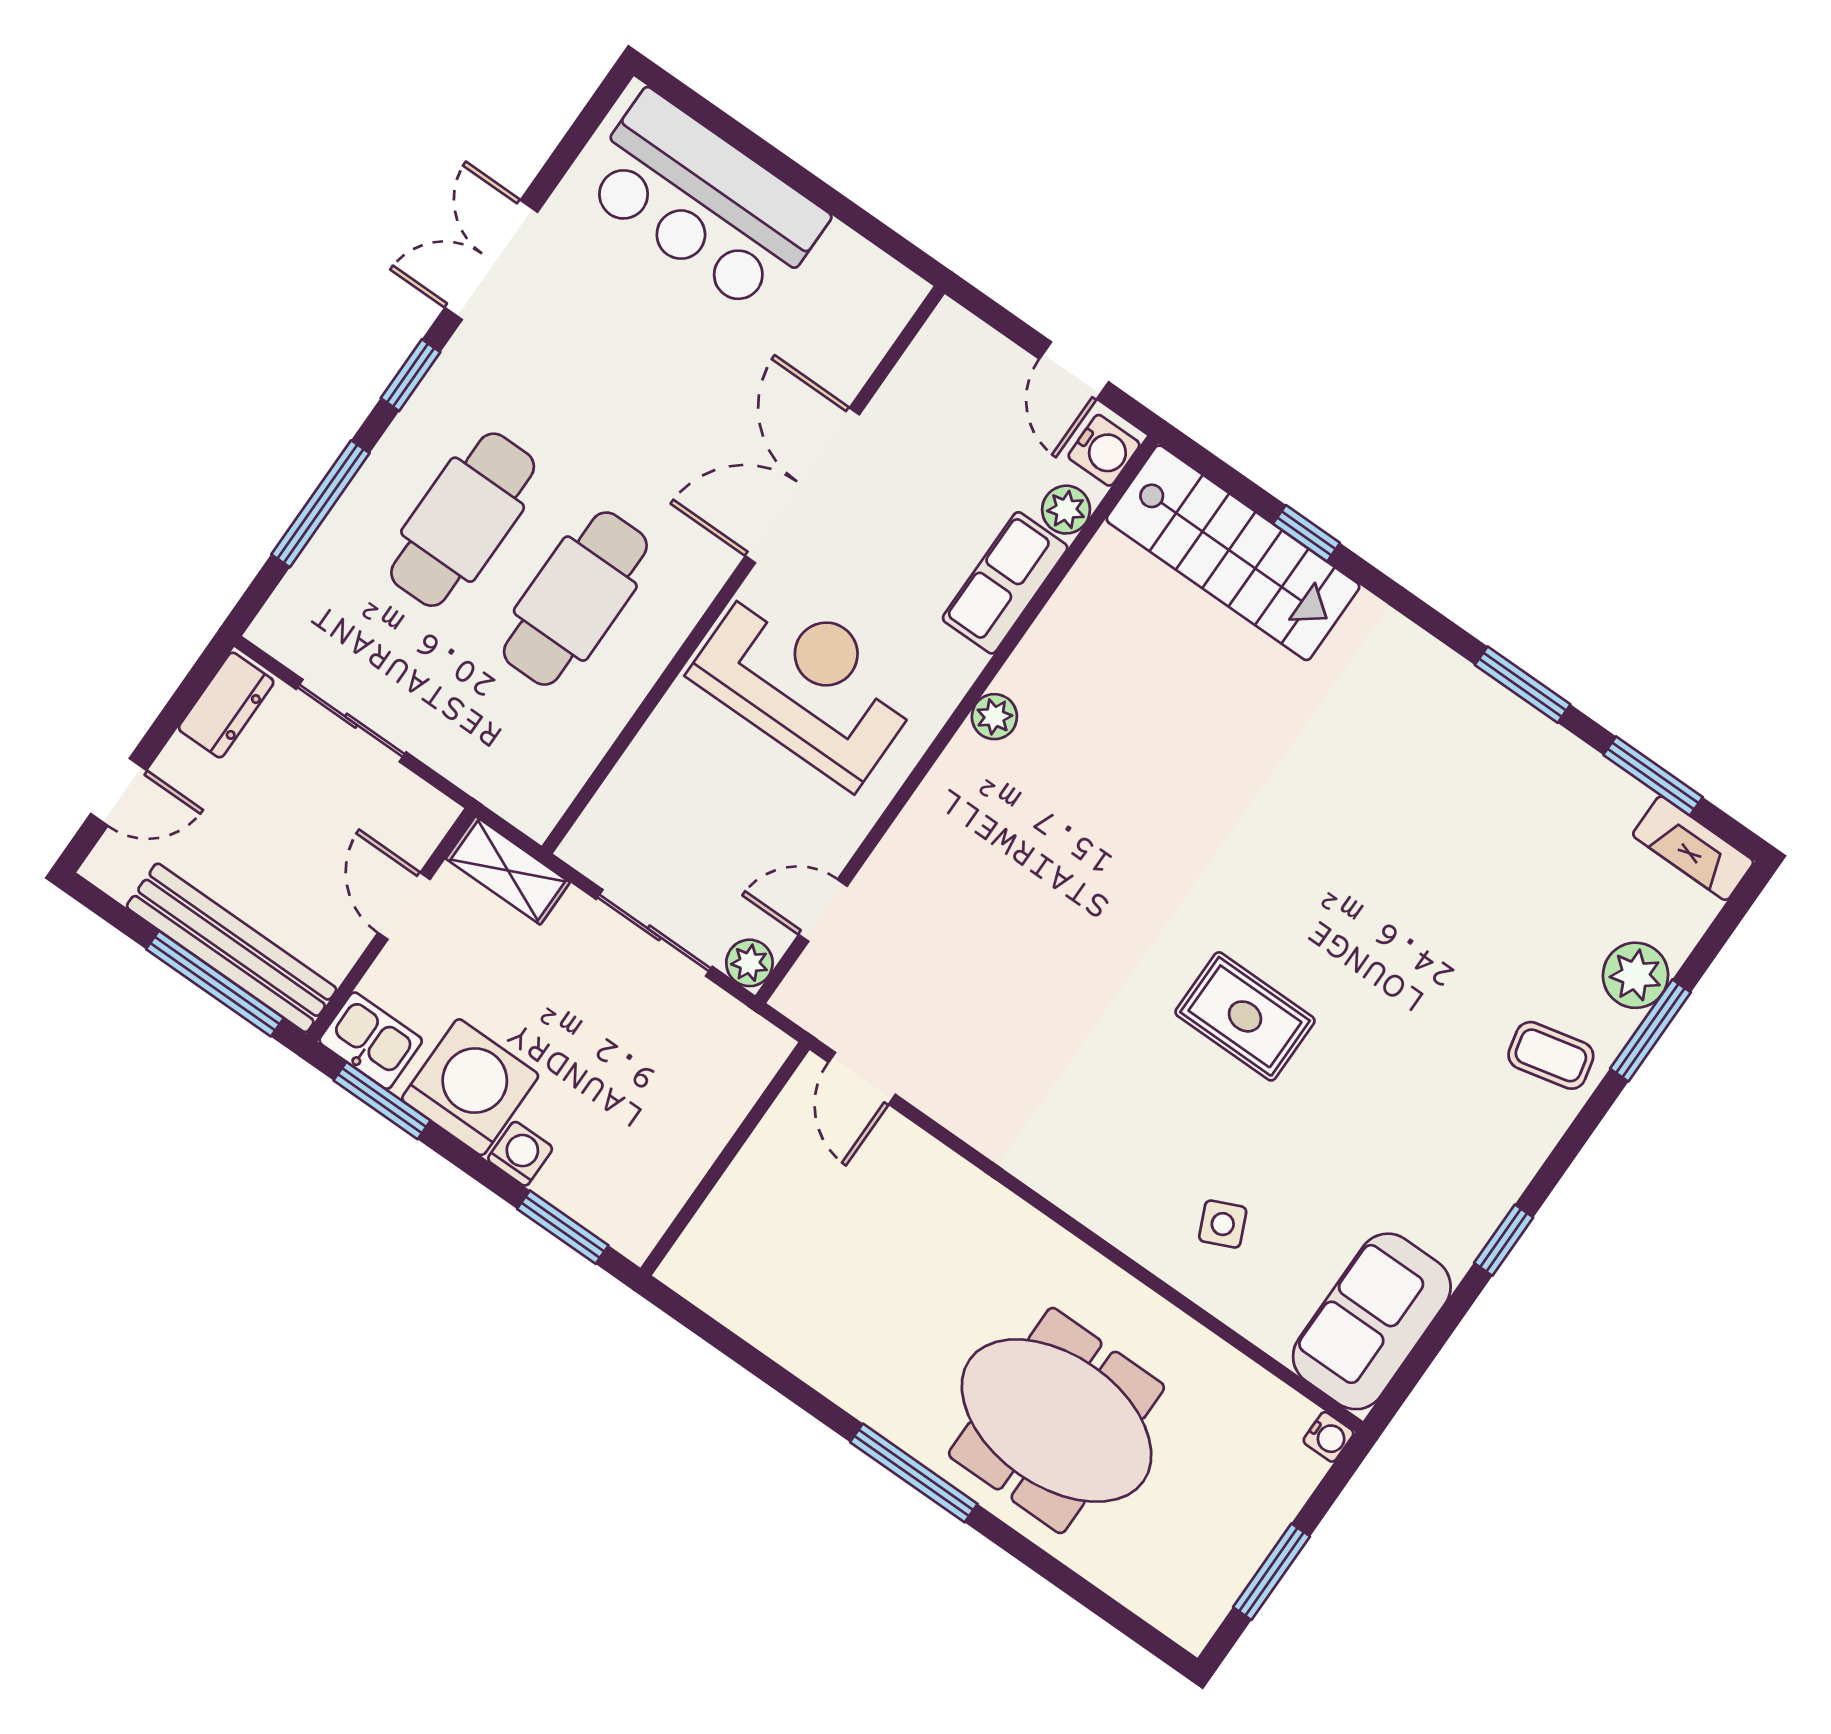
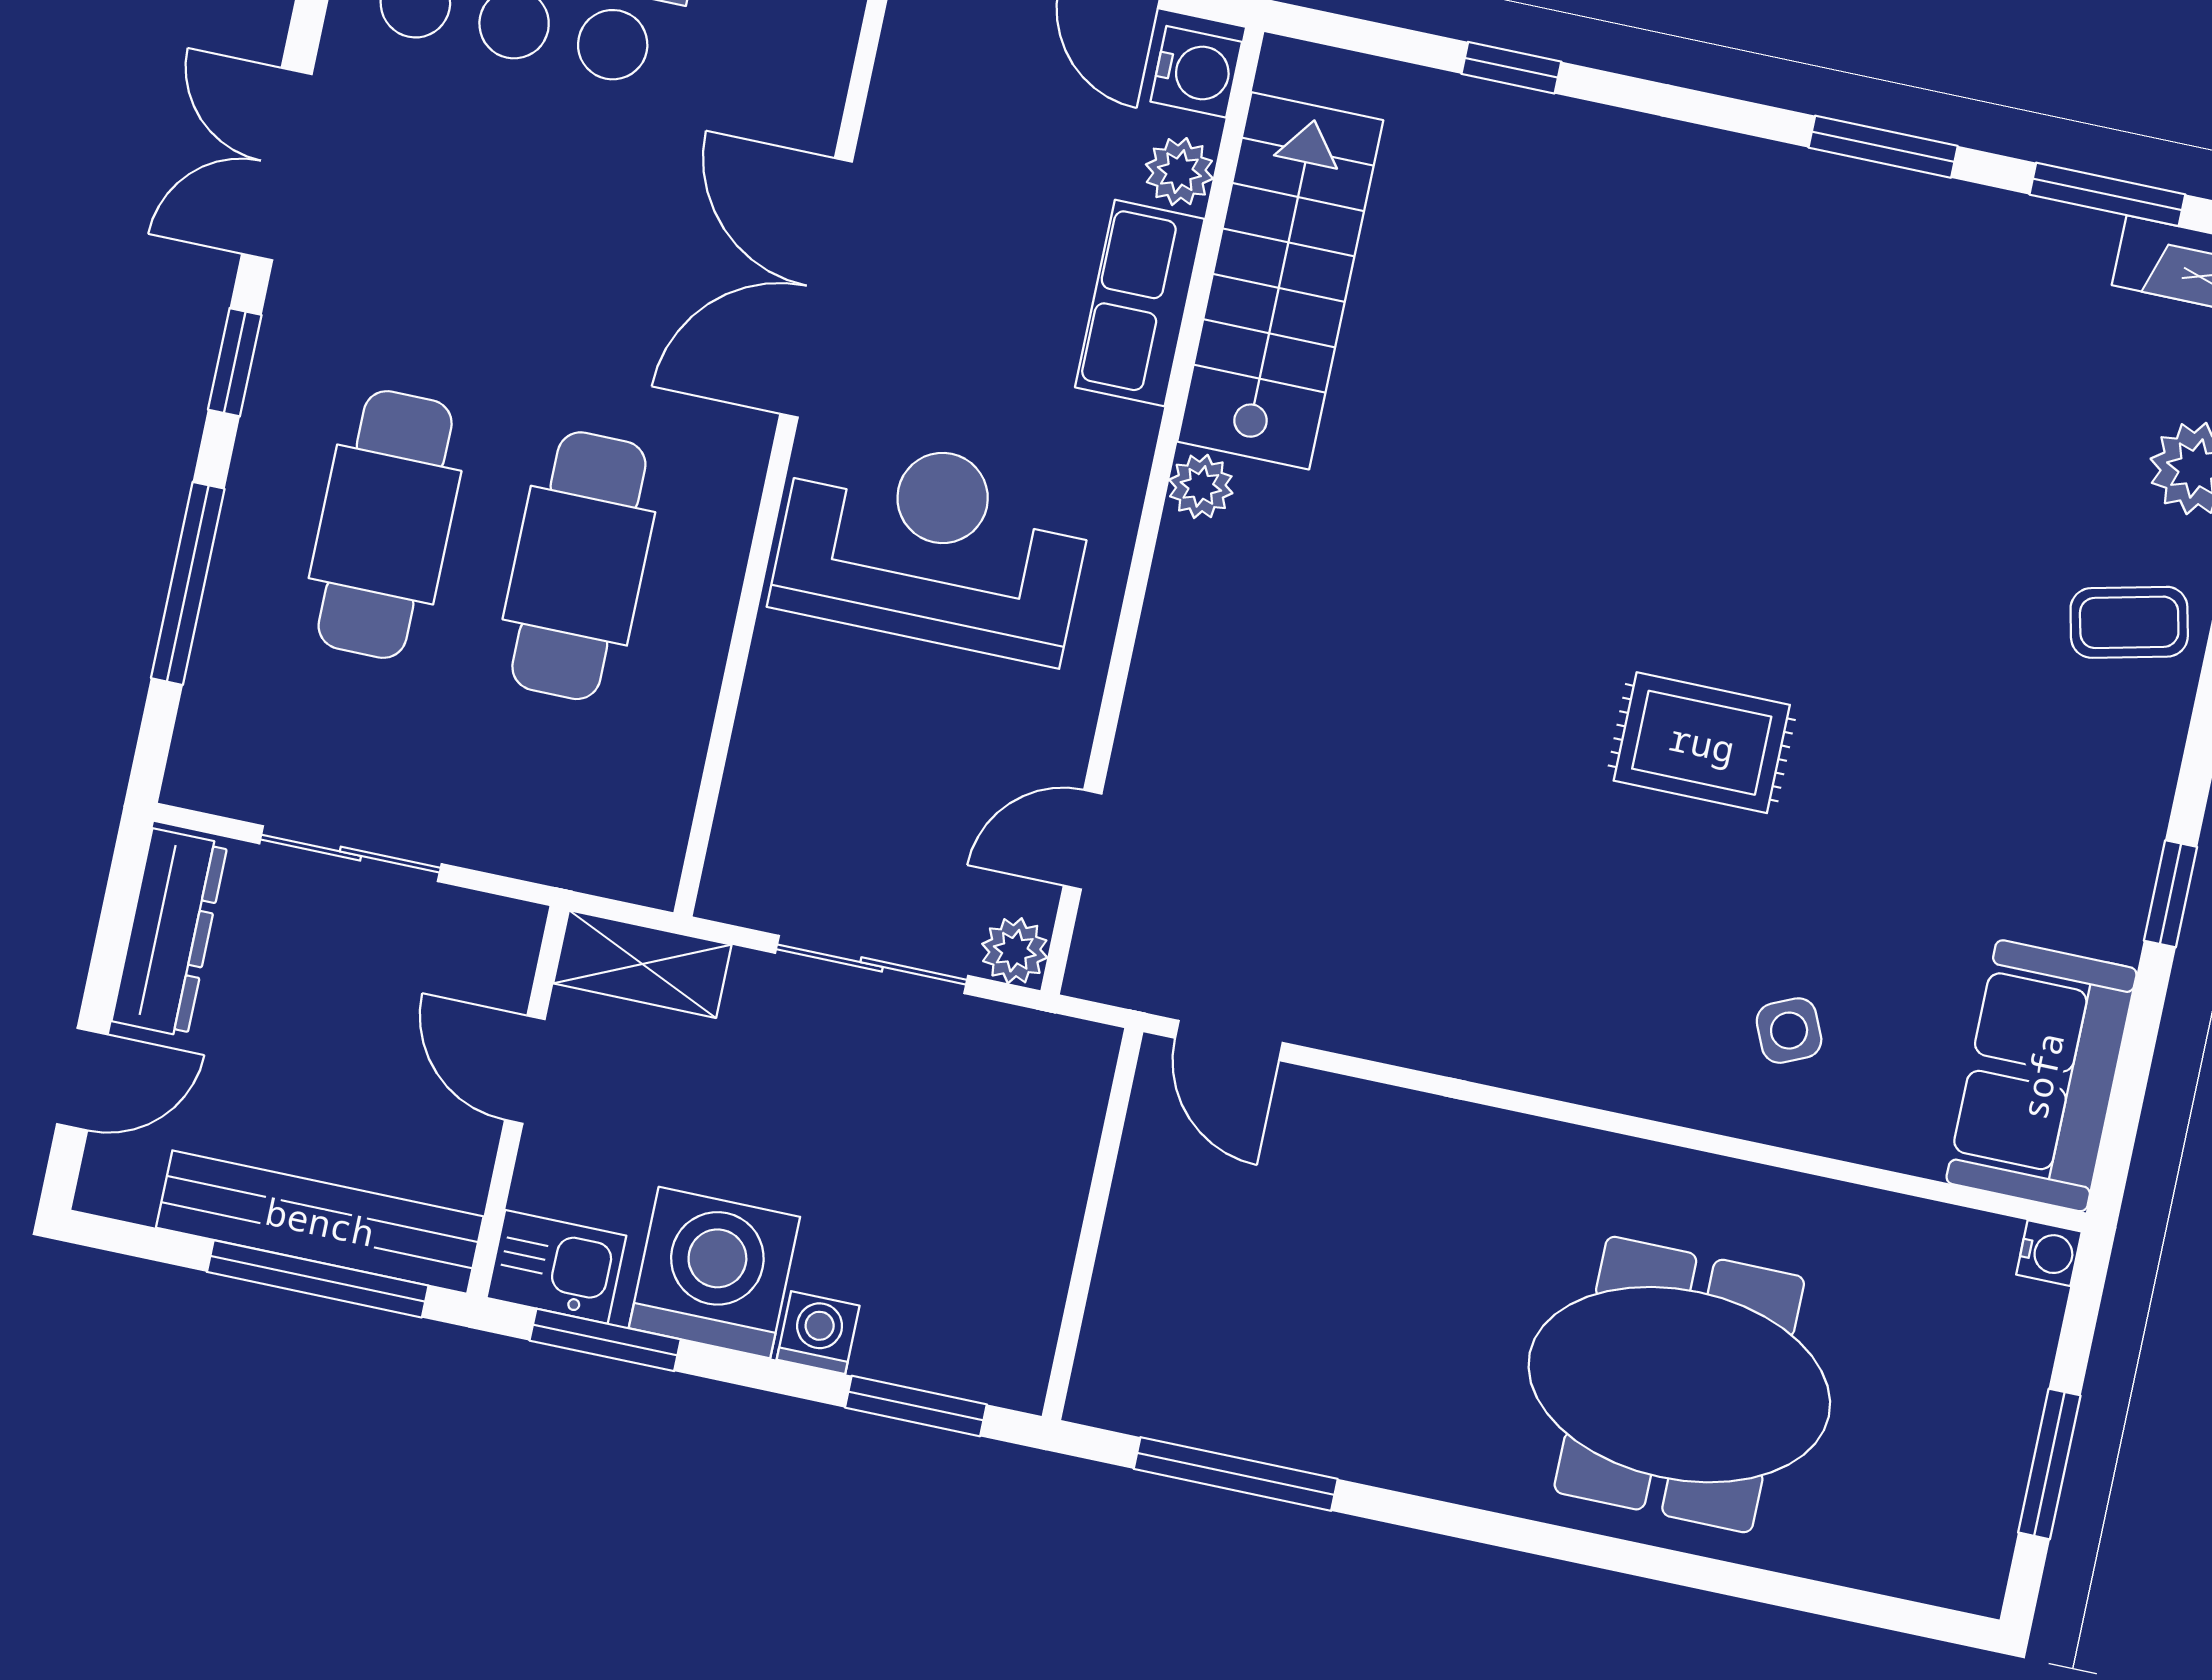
stairs: (1233, 553) -> (1280, 281), moved, turned -90
dresser: (226, 705) -> (170, 933), width x1.44
window: (914, 1473) -> (1236, 1474), moved

